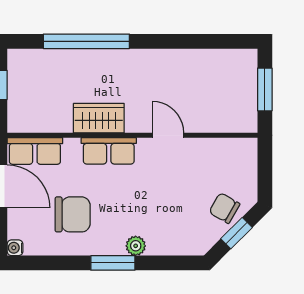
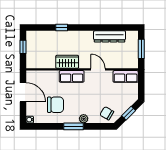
window: (86, 41) -> (62, 27), width x0.32
dresser: (194, 61) -> (110, 36), added
row of seats: (35, 151) -> (126, 76), moved
chair: (224, 208) -> (107, 113), moved

